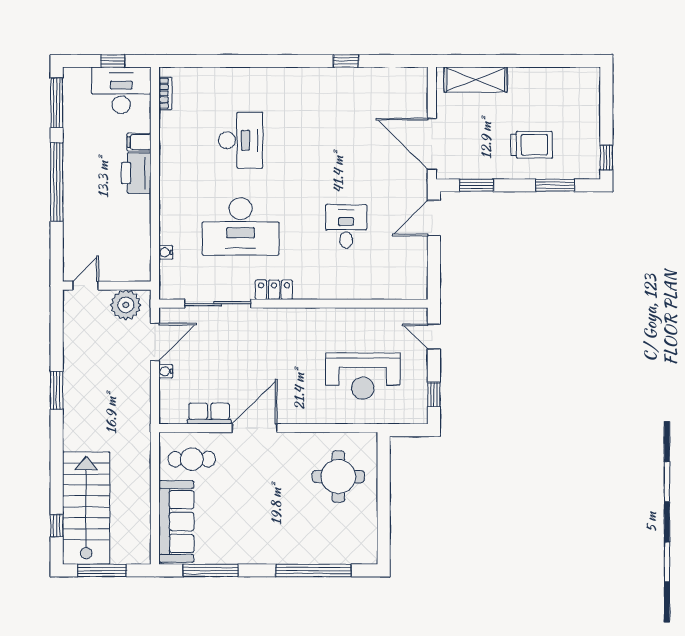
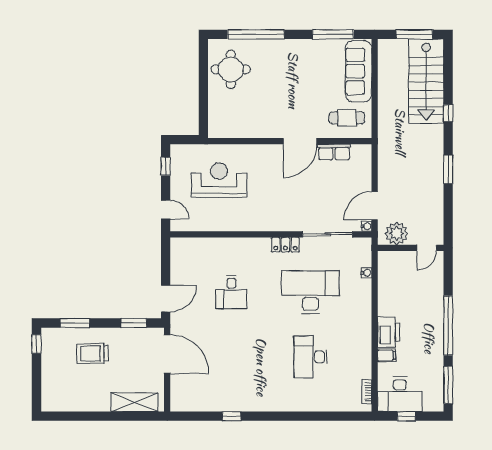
water cooler: (166, 371) -> (367, 226), moved
round table: (338, 477) -> (231, 69), moved
window: (57, 526) -> (448, 113), moved

